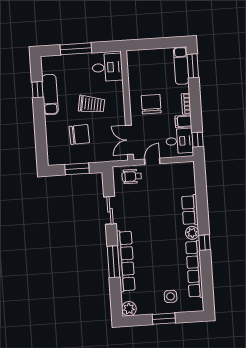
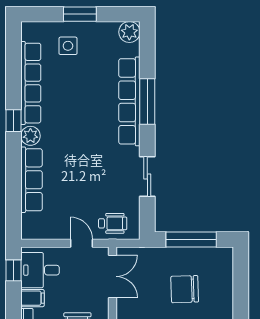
door: (152, 161) -> (81, 243), swing flipped
window: (77, 169) -> (191, 240), width x1.44
row of seats: (190, 210) -> (32, 180), width x1.48

